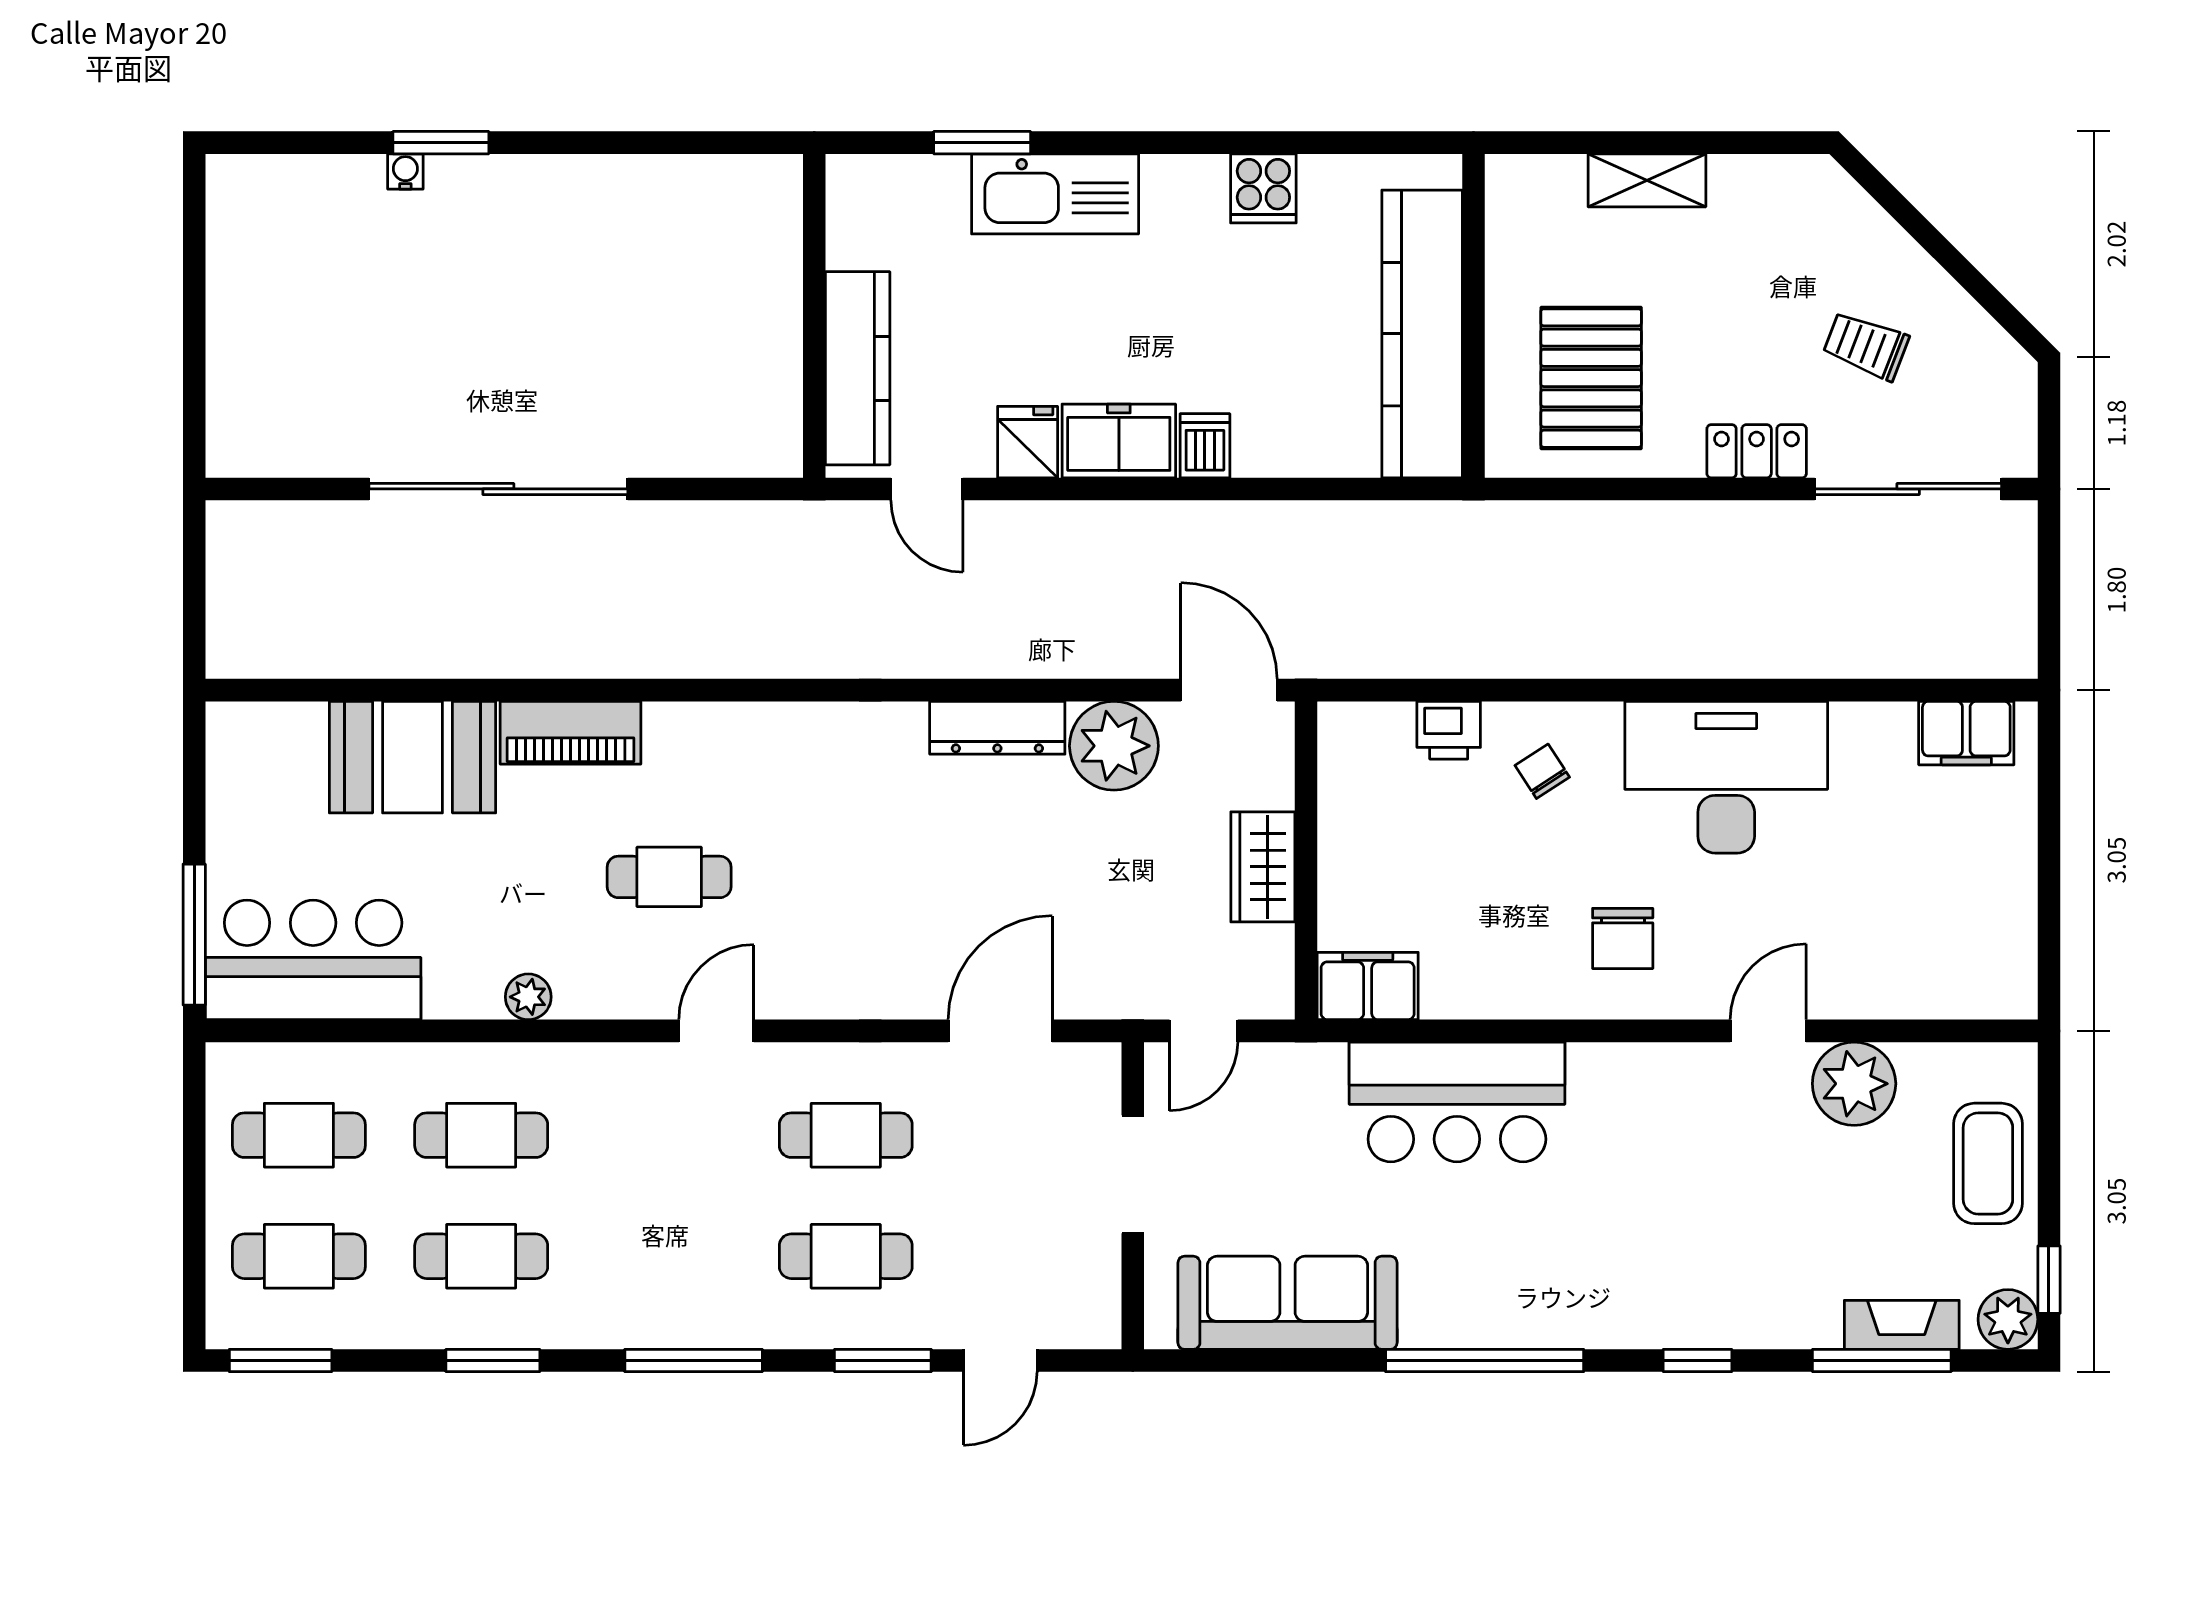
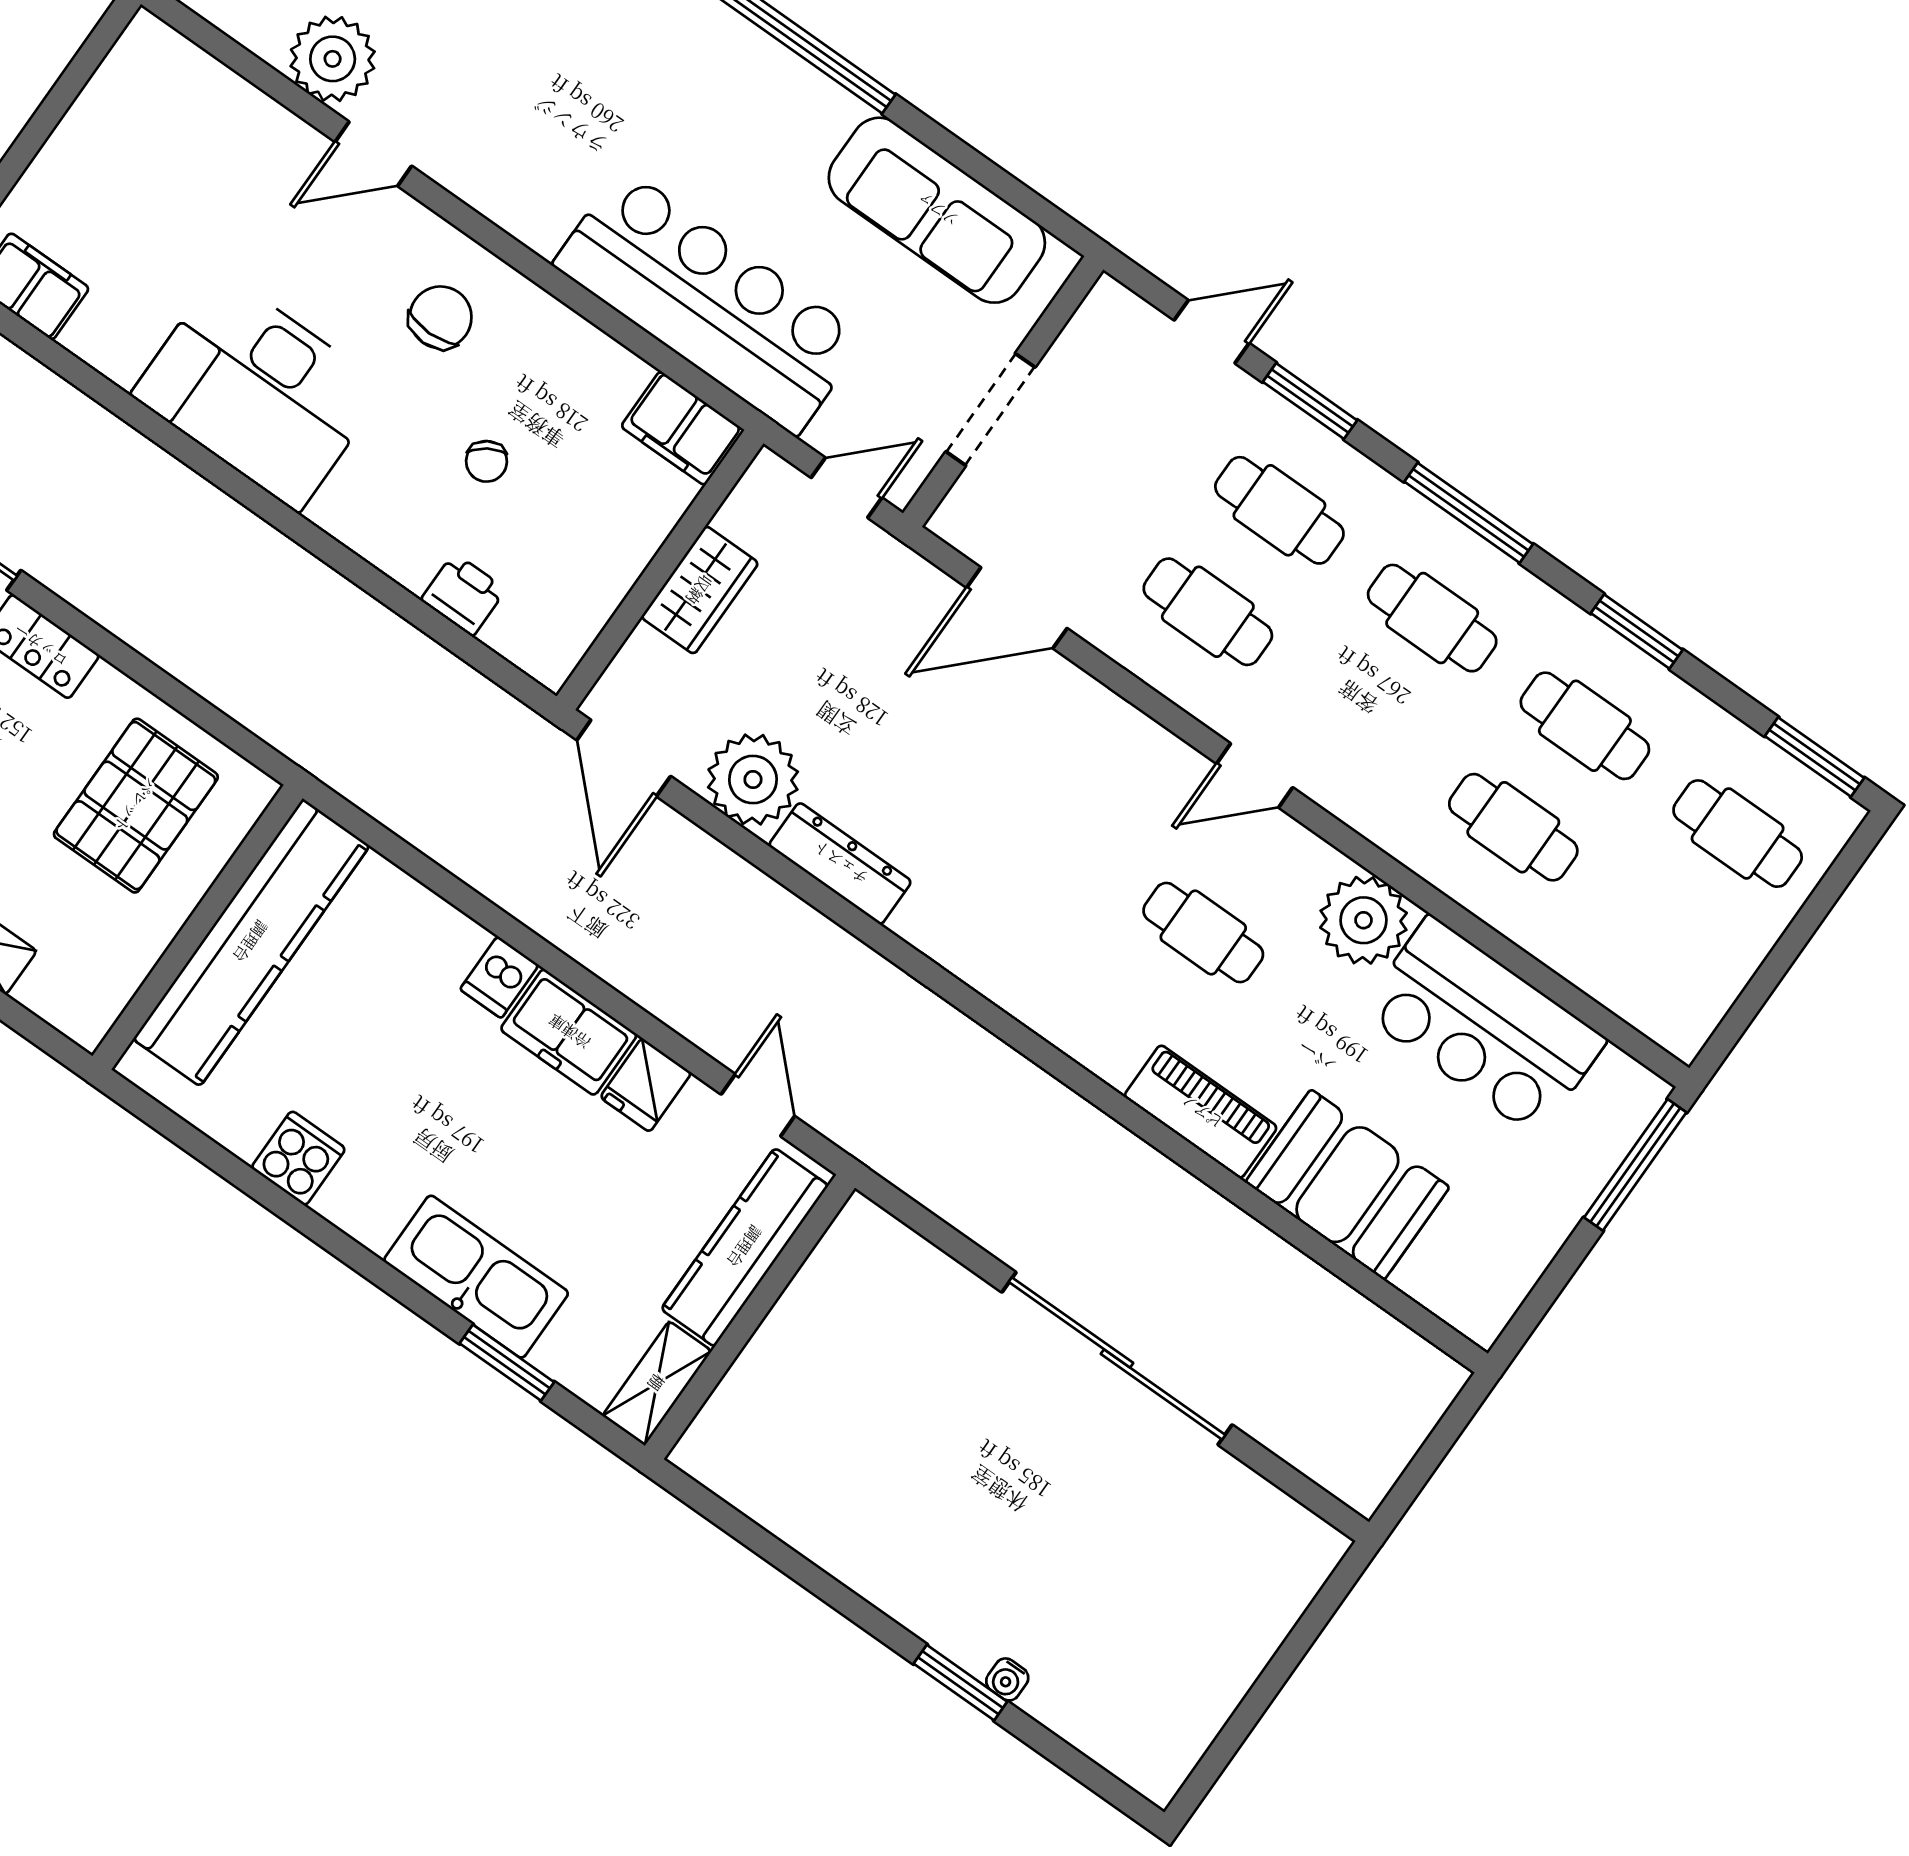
shelving: (851, 211) -> (657, 1383), added
chair: (1542, 771) -> (487, 461), moved
bar counter: (313, 960) -> (1483, 1026), moved
plant: (528, 997) -> (1364, 920), width x1.88, depth x1.88
bar counter: (1457, 1102) -> (709, 301), width x1.36
cafe table: (299, 1135) -> (1432, 618), moved

